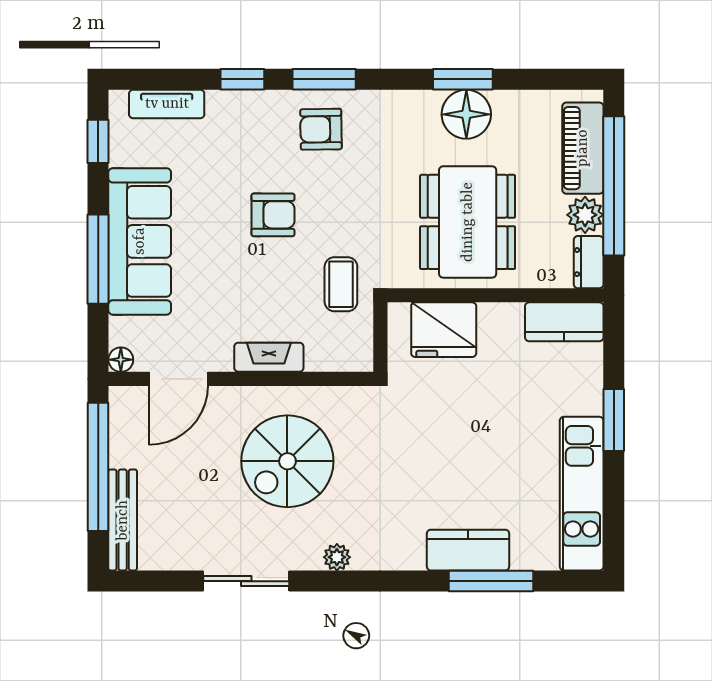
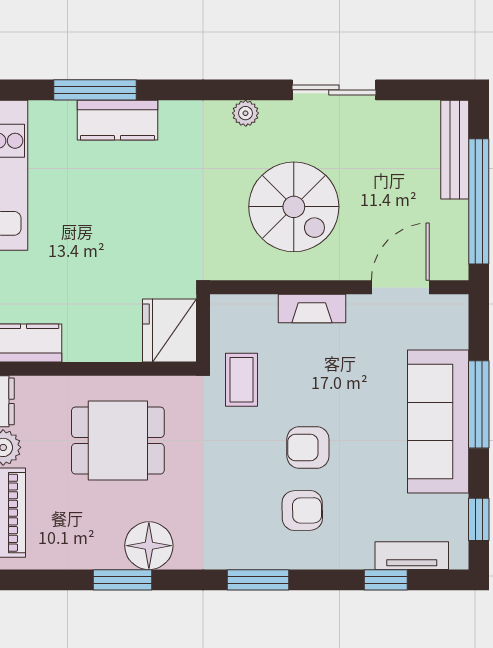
window: (242, 79) -> (386, 580), moved
floor lamp: (466, 114) -> (149, 546), moved
armchair: (321, 129) -> (302, 511), moved
dining table: (468, 222) -> (118, 441), width x0.73
fridge: (444, 330) -> (170, 330), moved, turned -90
floor lamp: (121, 360) -> (456, 306), removed
spiral stairs: (287, 461) -> (294, 207), turned 90

